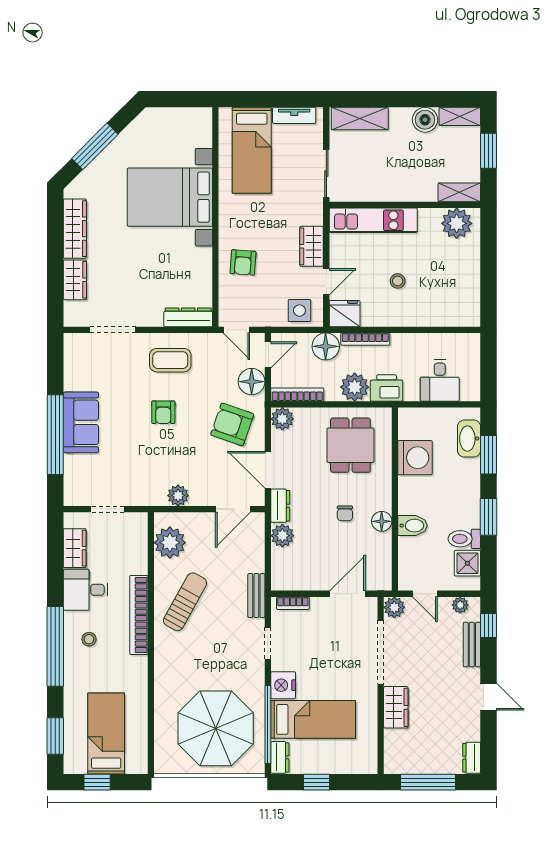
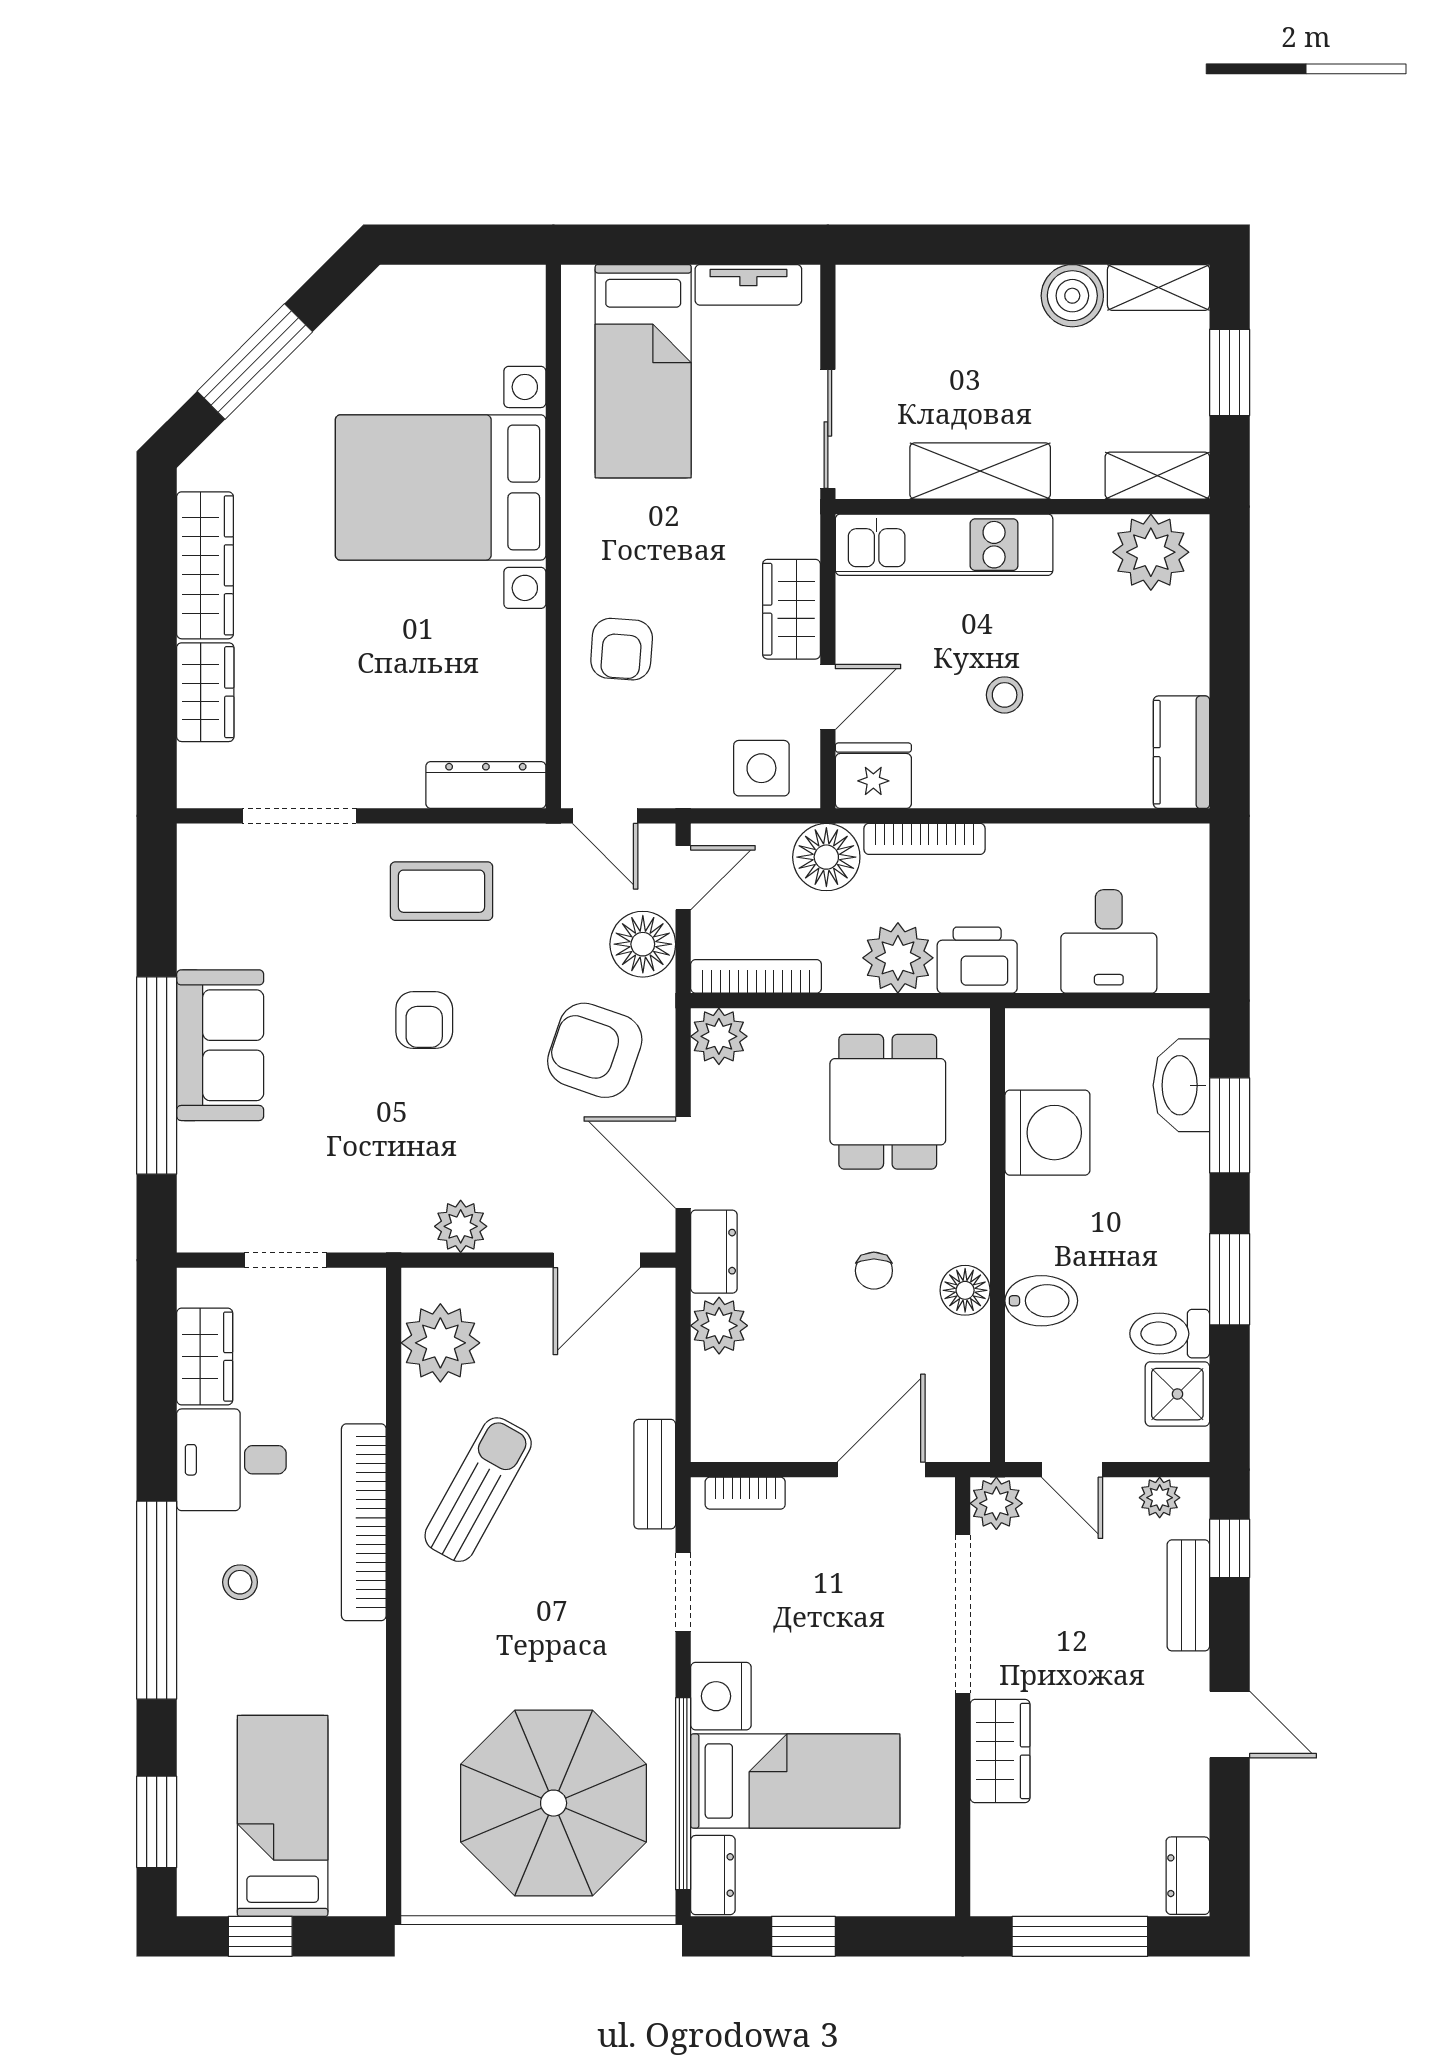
shelving: (360, 119) -> (980, 471), moved
kitchen counter: (469, 304) -> (1181, 752), added

